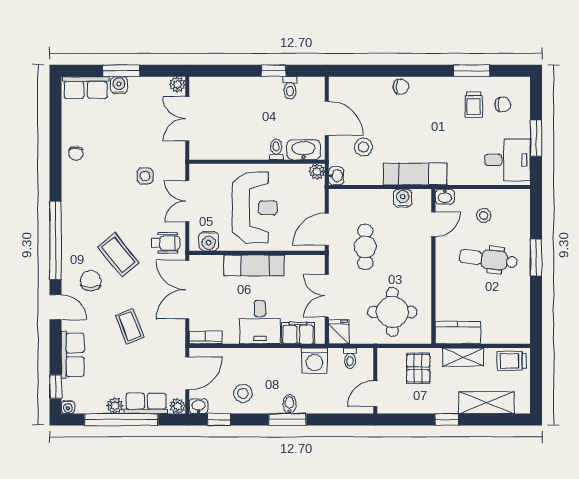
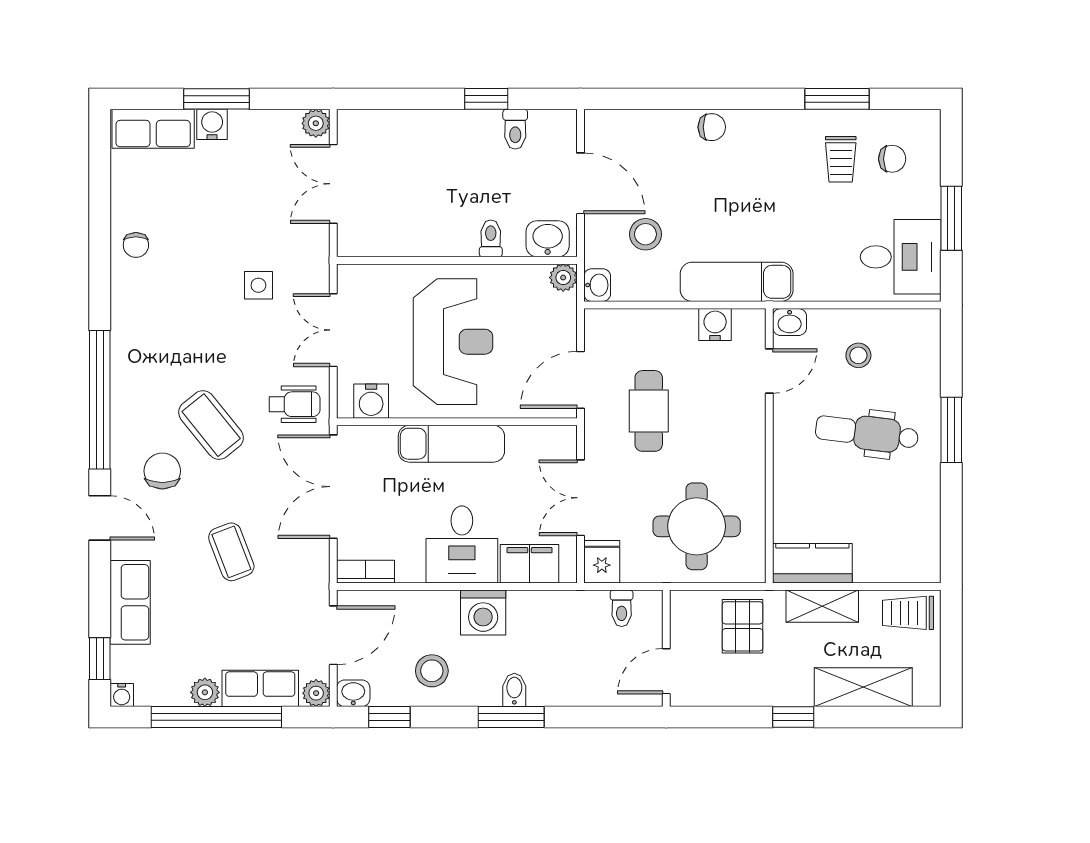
washbasin: (304, 150) -> (548, 239), width x0.72
washing machine: (314, 361) -> (483, 613), moved

